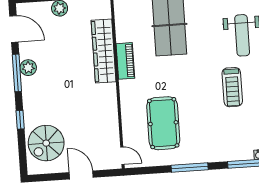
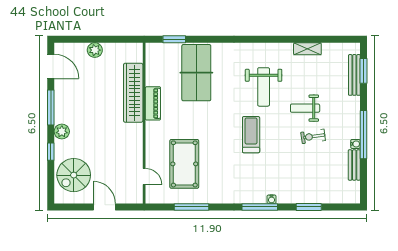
plant: (28, 68) -> (62, 131), moved
treadmill: (232, 87) -> (251, 135), turned 180
door: (122, 156) -> (144, 176), moved
window: (190, 168) -> (191, 207), moved

